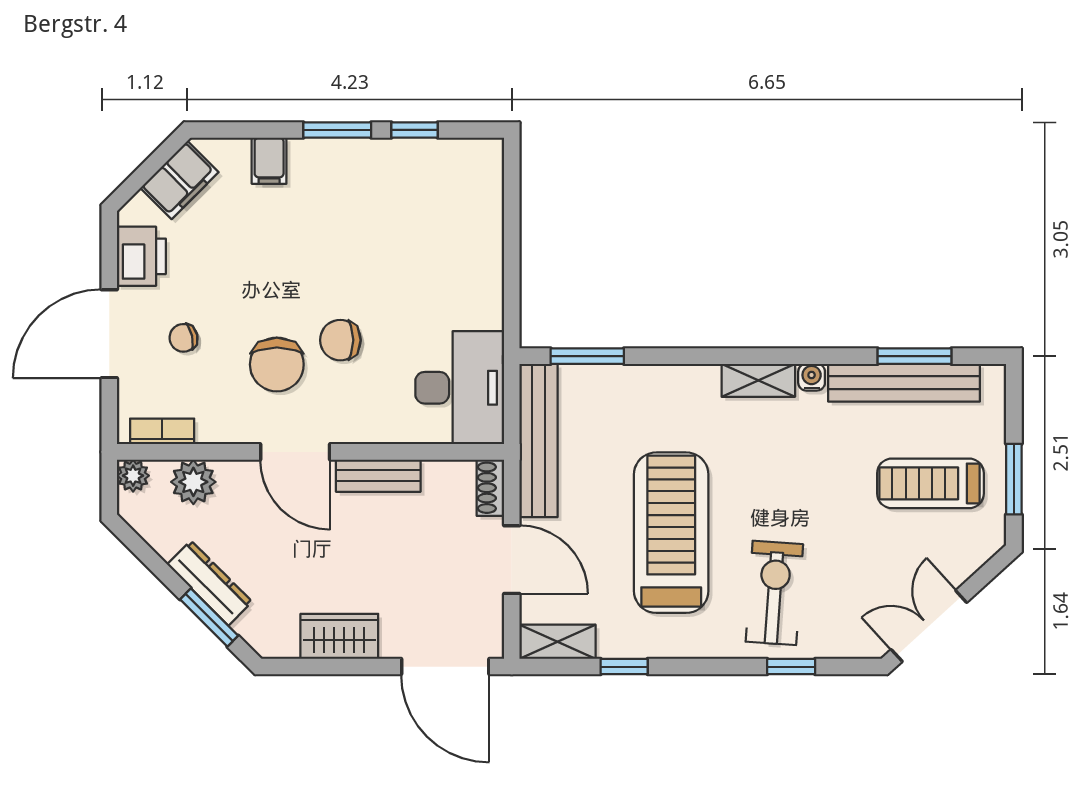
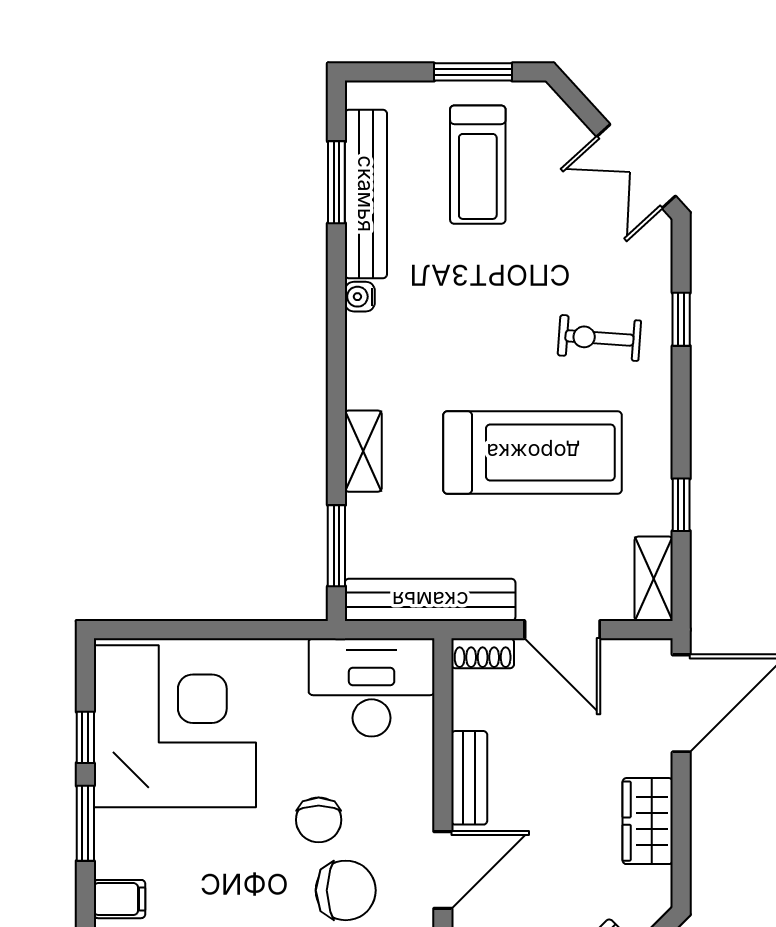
corner desk: (425, 211) -> (175, 726), added
shelving: (758, 380) -> (363, 451), moved
treadmill: (671, 533) -> (533, 452), turned 180
door: (512, 560) -> (562, 630), swing flipped
exercise bike: (774, 593) -> (599, 338), width x0.73, depth x0.72

